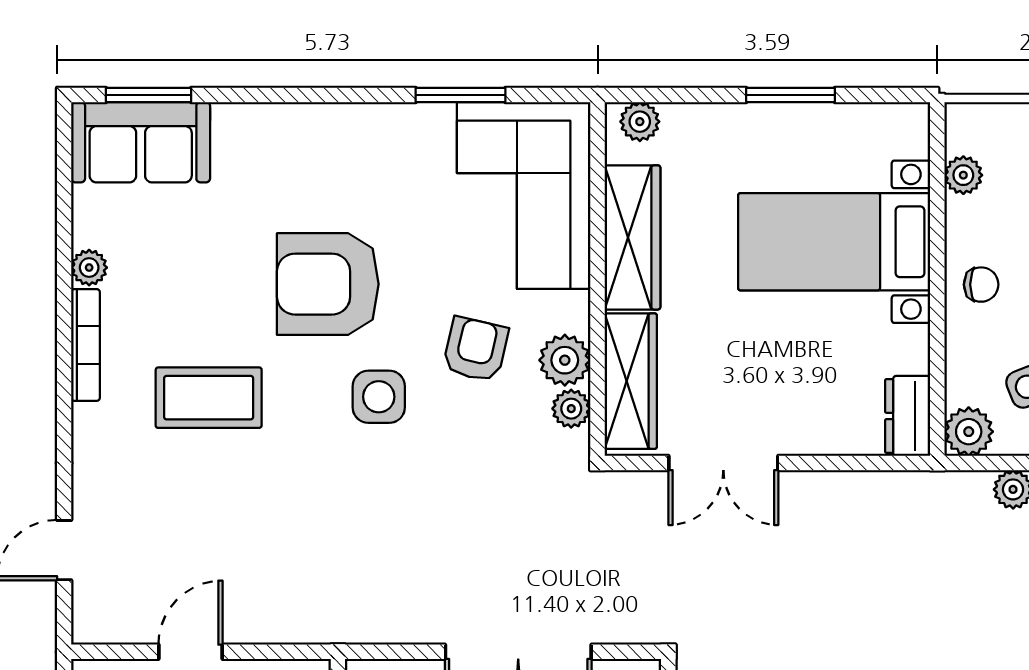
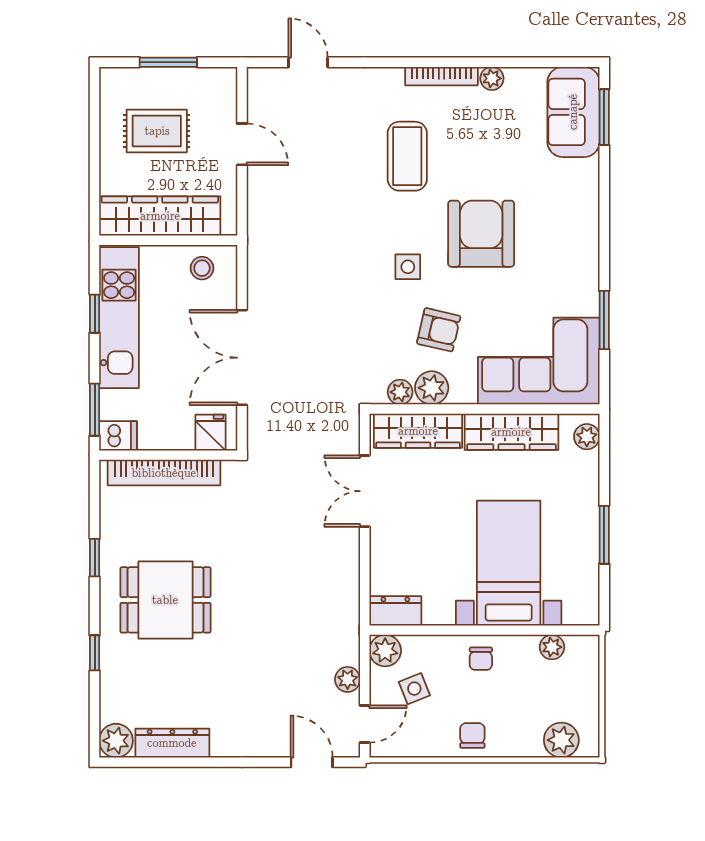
side table: (379, 397) -> (408, 267), width x0.73, depth x0.73

